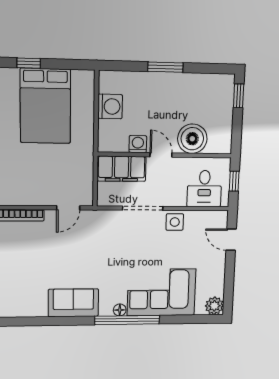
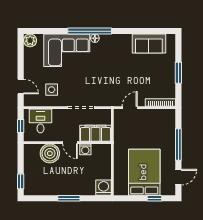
washing machine: (110, 106) -> (104, 188), moved, turned 90
side table: (175, 222) -> (52, 90), moved
sofa: (73, 303) -> (149, 44), moved

